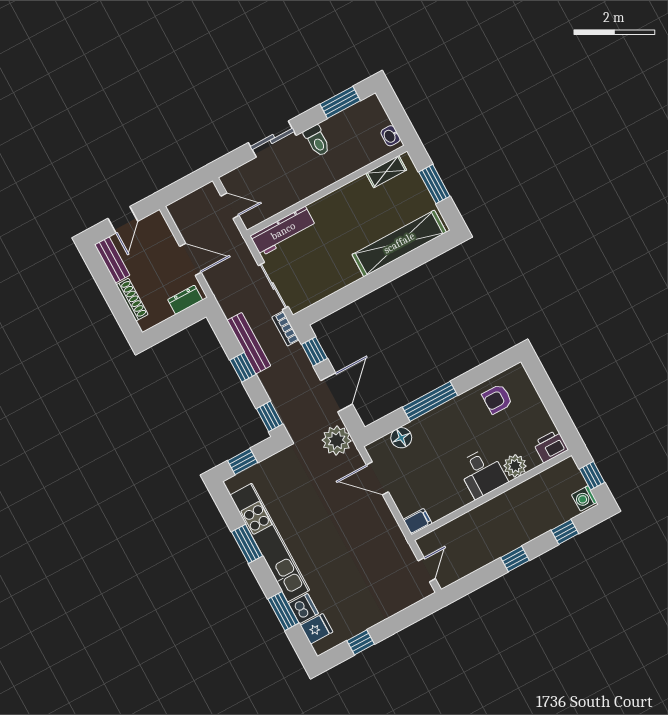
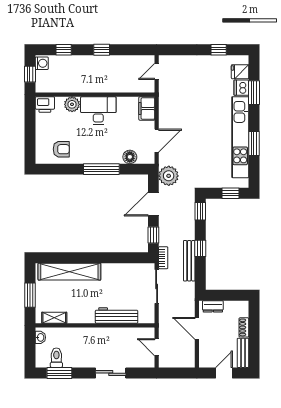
toilet: (317, 141) -> (56, 358), moved
workbench: (283, 231) -> (117, 315), moved
shoe rack: (132, 300) -> (244, 327), width x0.70
desk: (482, 473) -> (98, 111), width x1.37
door: (377, 478) -> (157, 141), hinge flipped
filing cabinet: (418, 521) -> (147, 109), width x2.00

